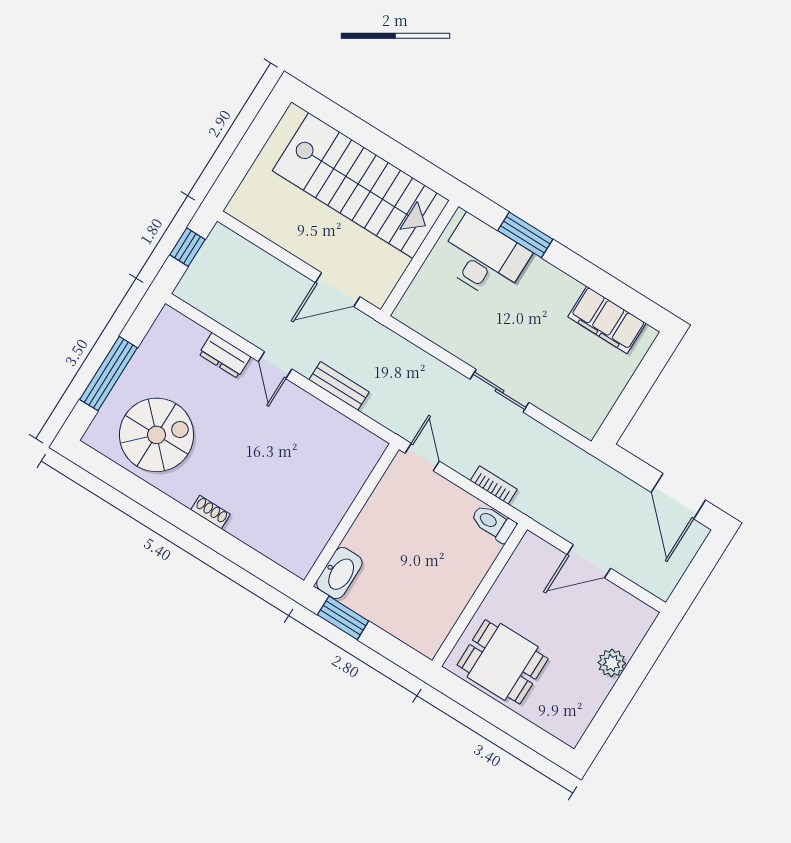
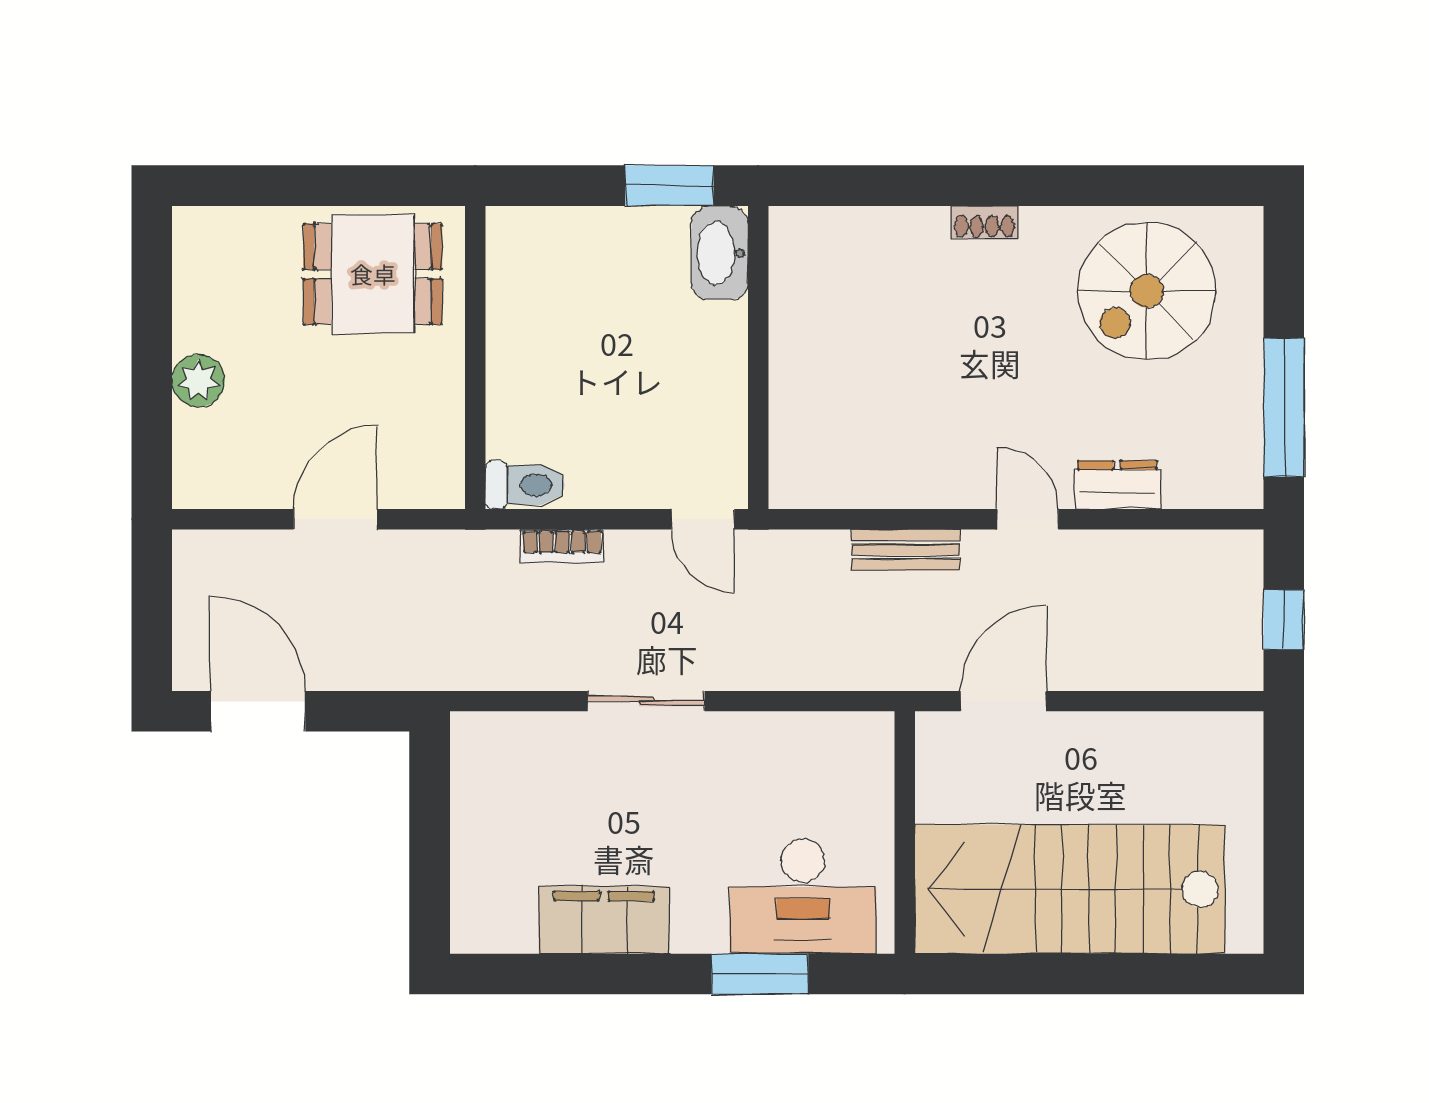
filing cabinet: (607, 320) -> (604, 920), moved
window: (109, 374) -> (1284, 407), moved

